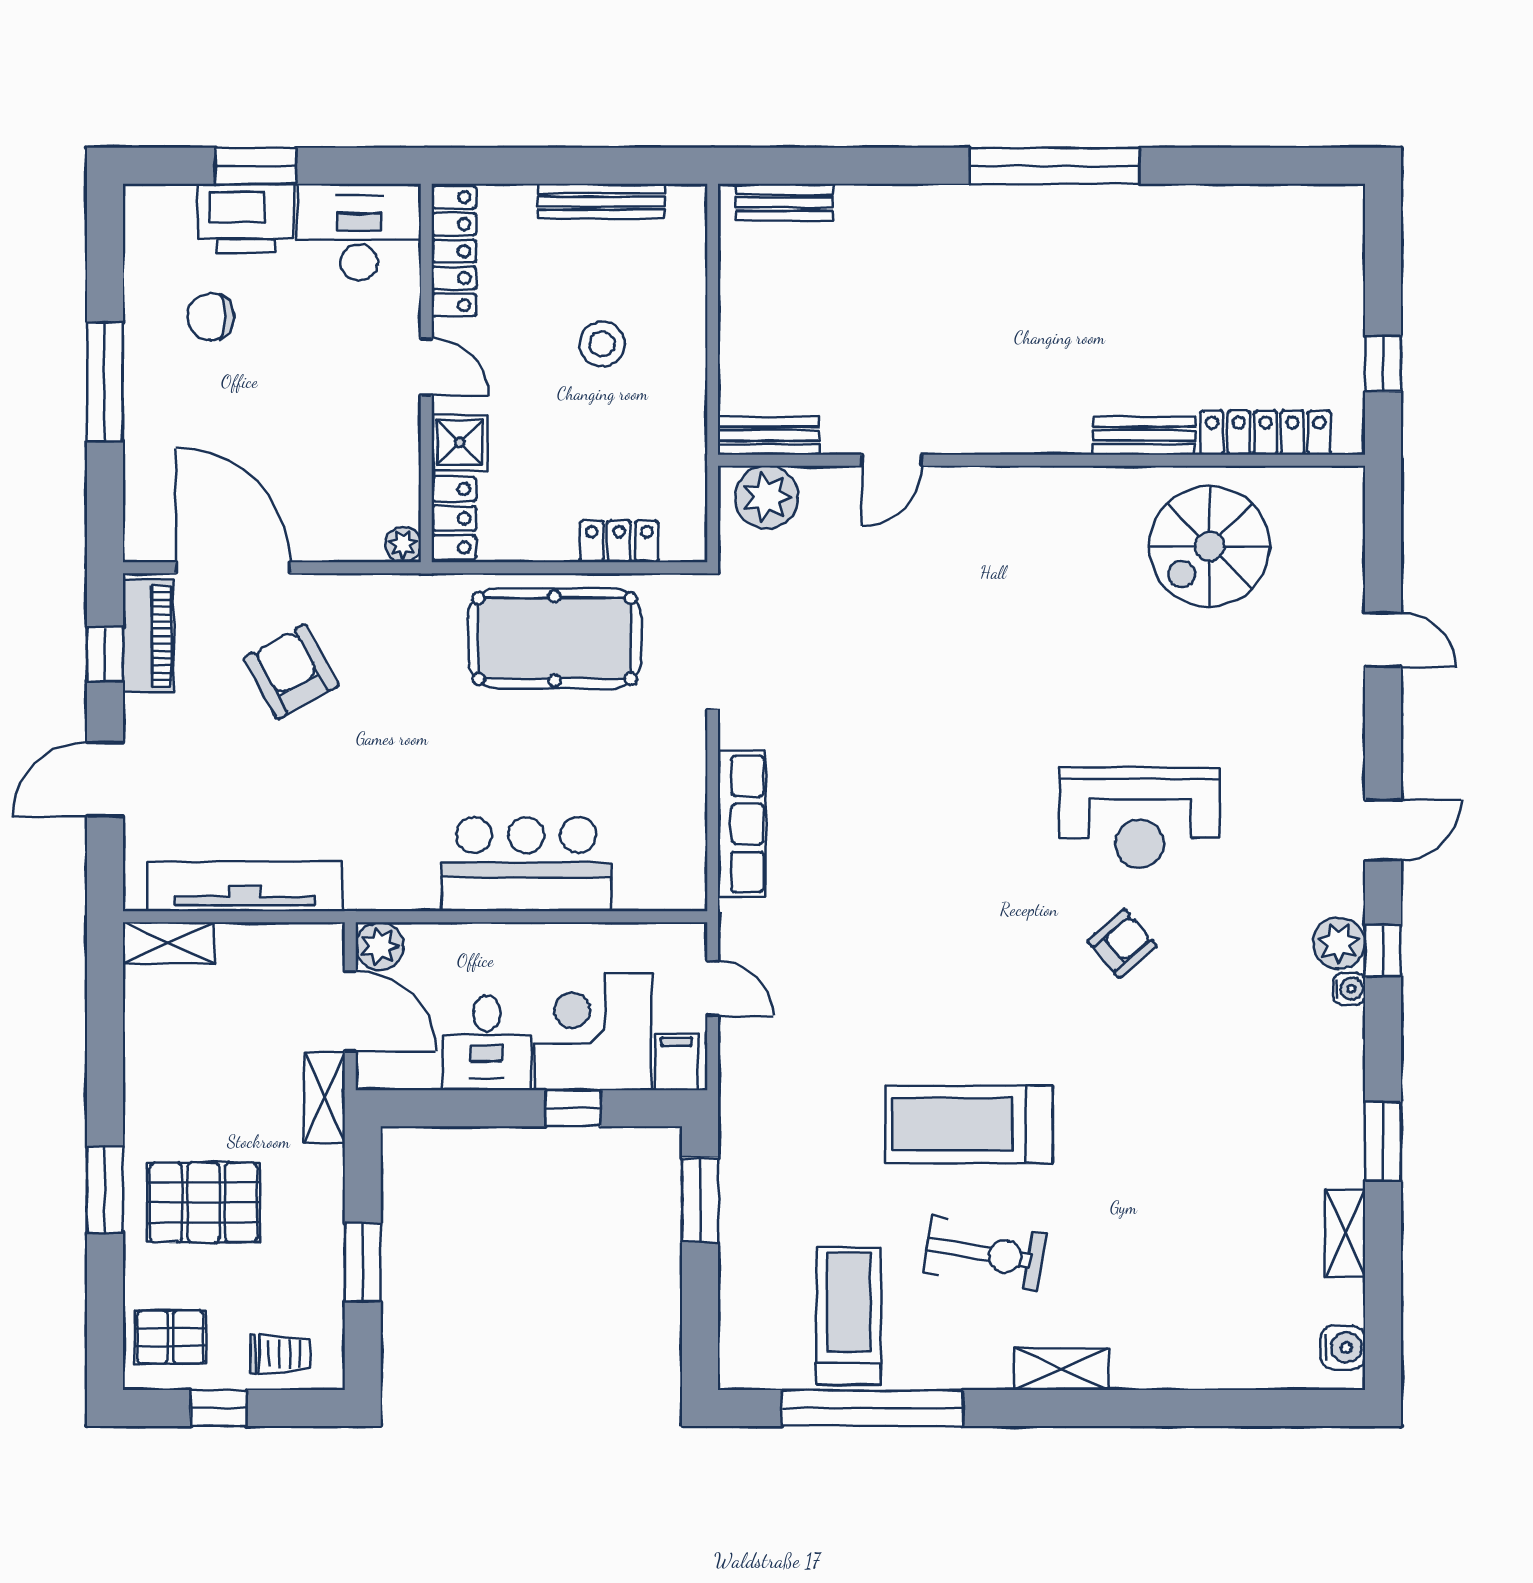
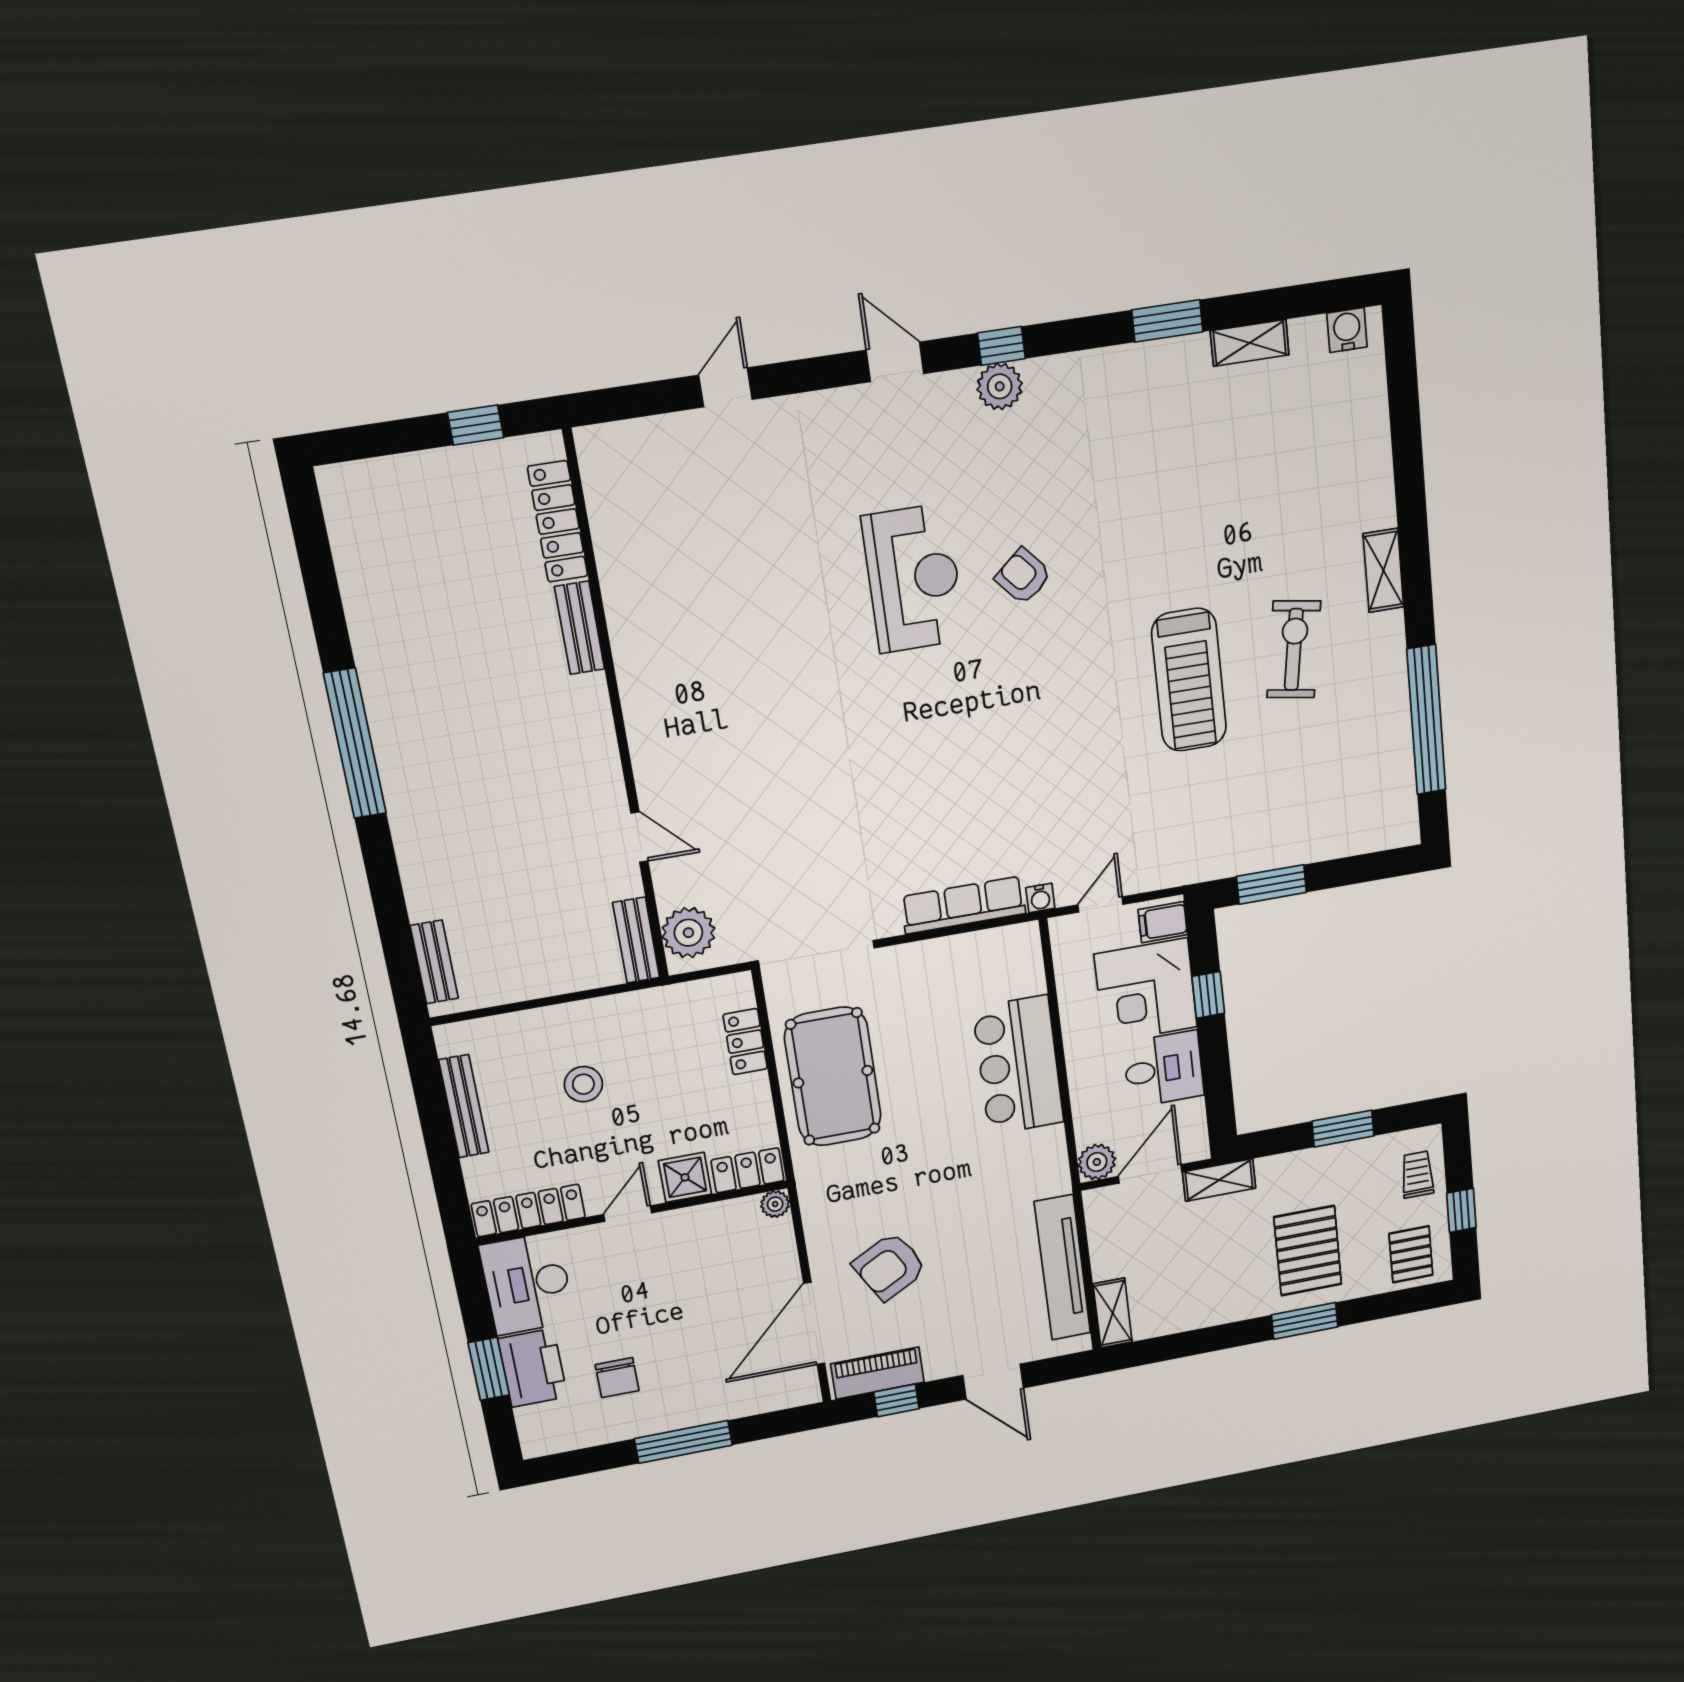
spiral stairs: (1209, 546) -> (668, 555), removed
water cooler: (1349, 989) -> (1040, 898), moved, turned 180
treadmill: (849, 1316) -> (1354, 751), removed

